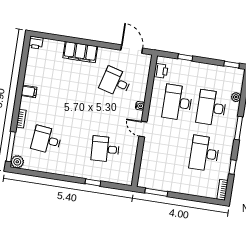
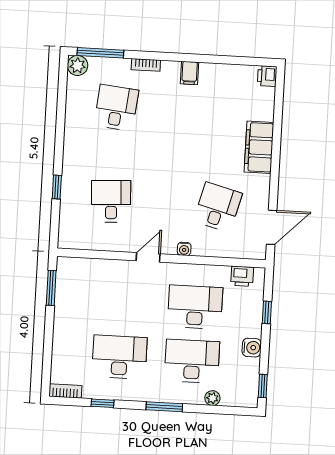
water cooler: (207, 69) -> (252, 348), added

